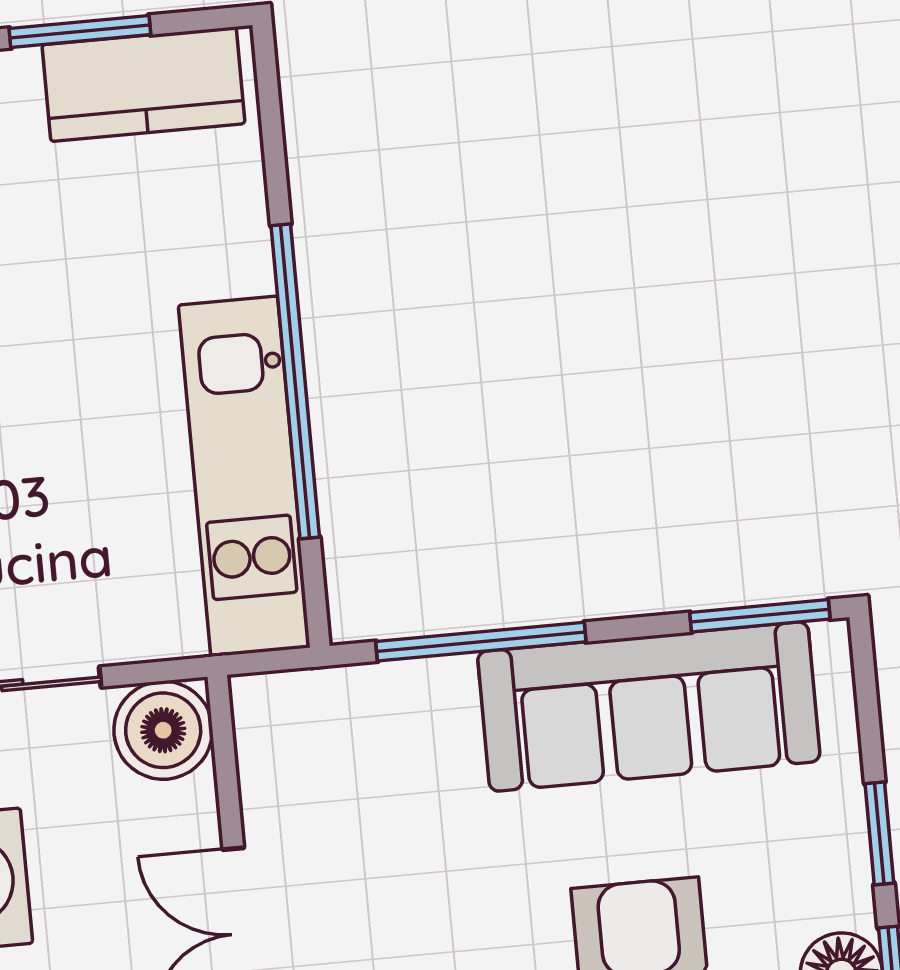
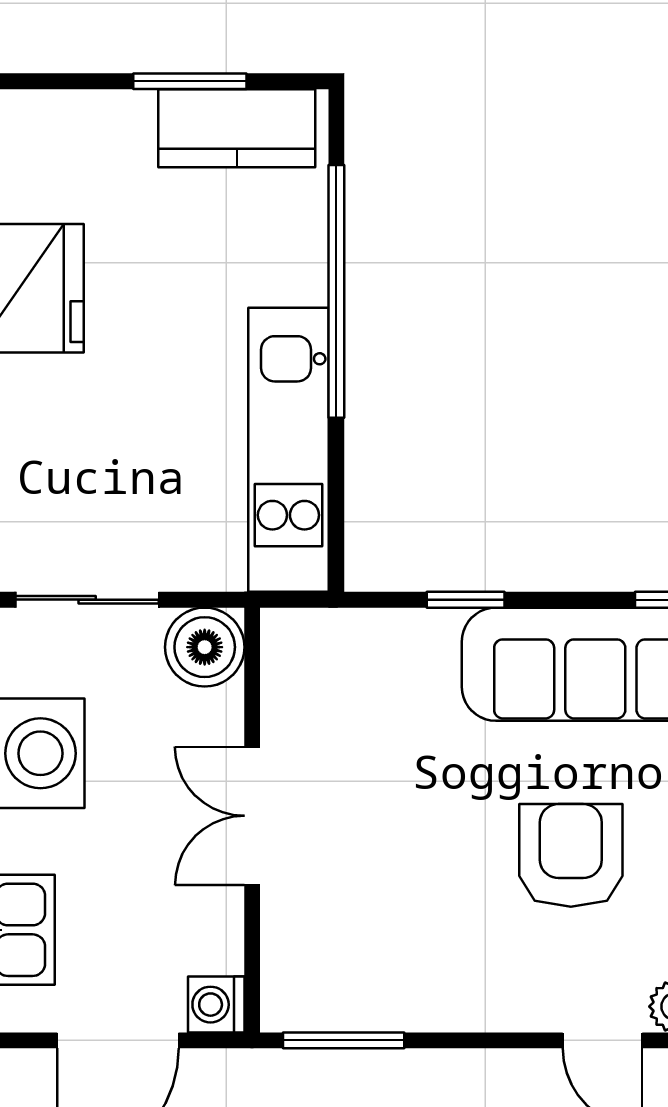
window: (295, 381) -> (336, 291), moved
window: (481, 642) -> (466, 600), width x0.46

